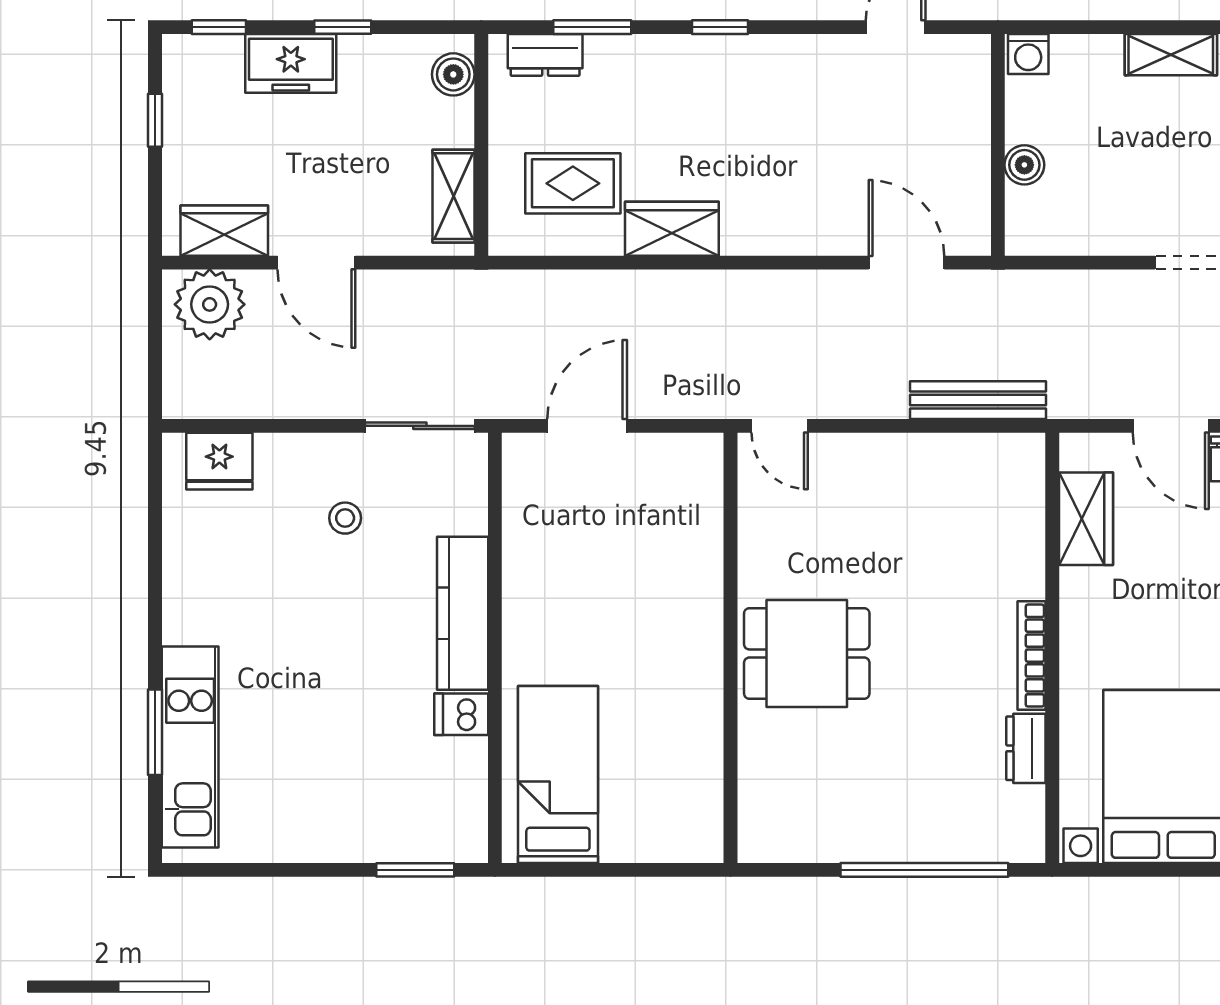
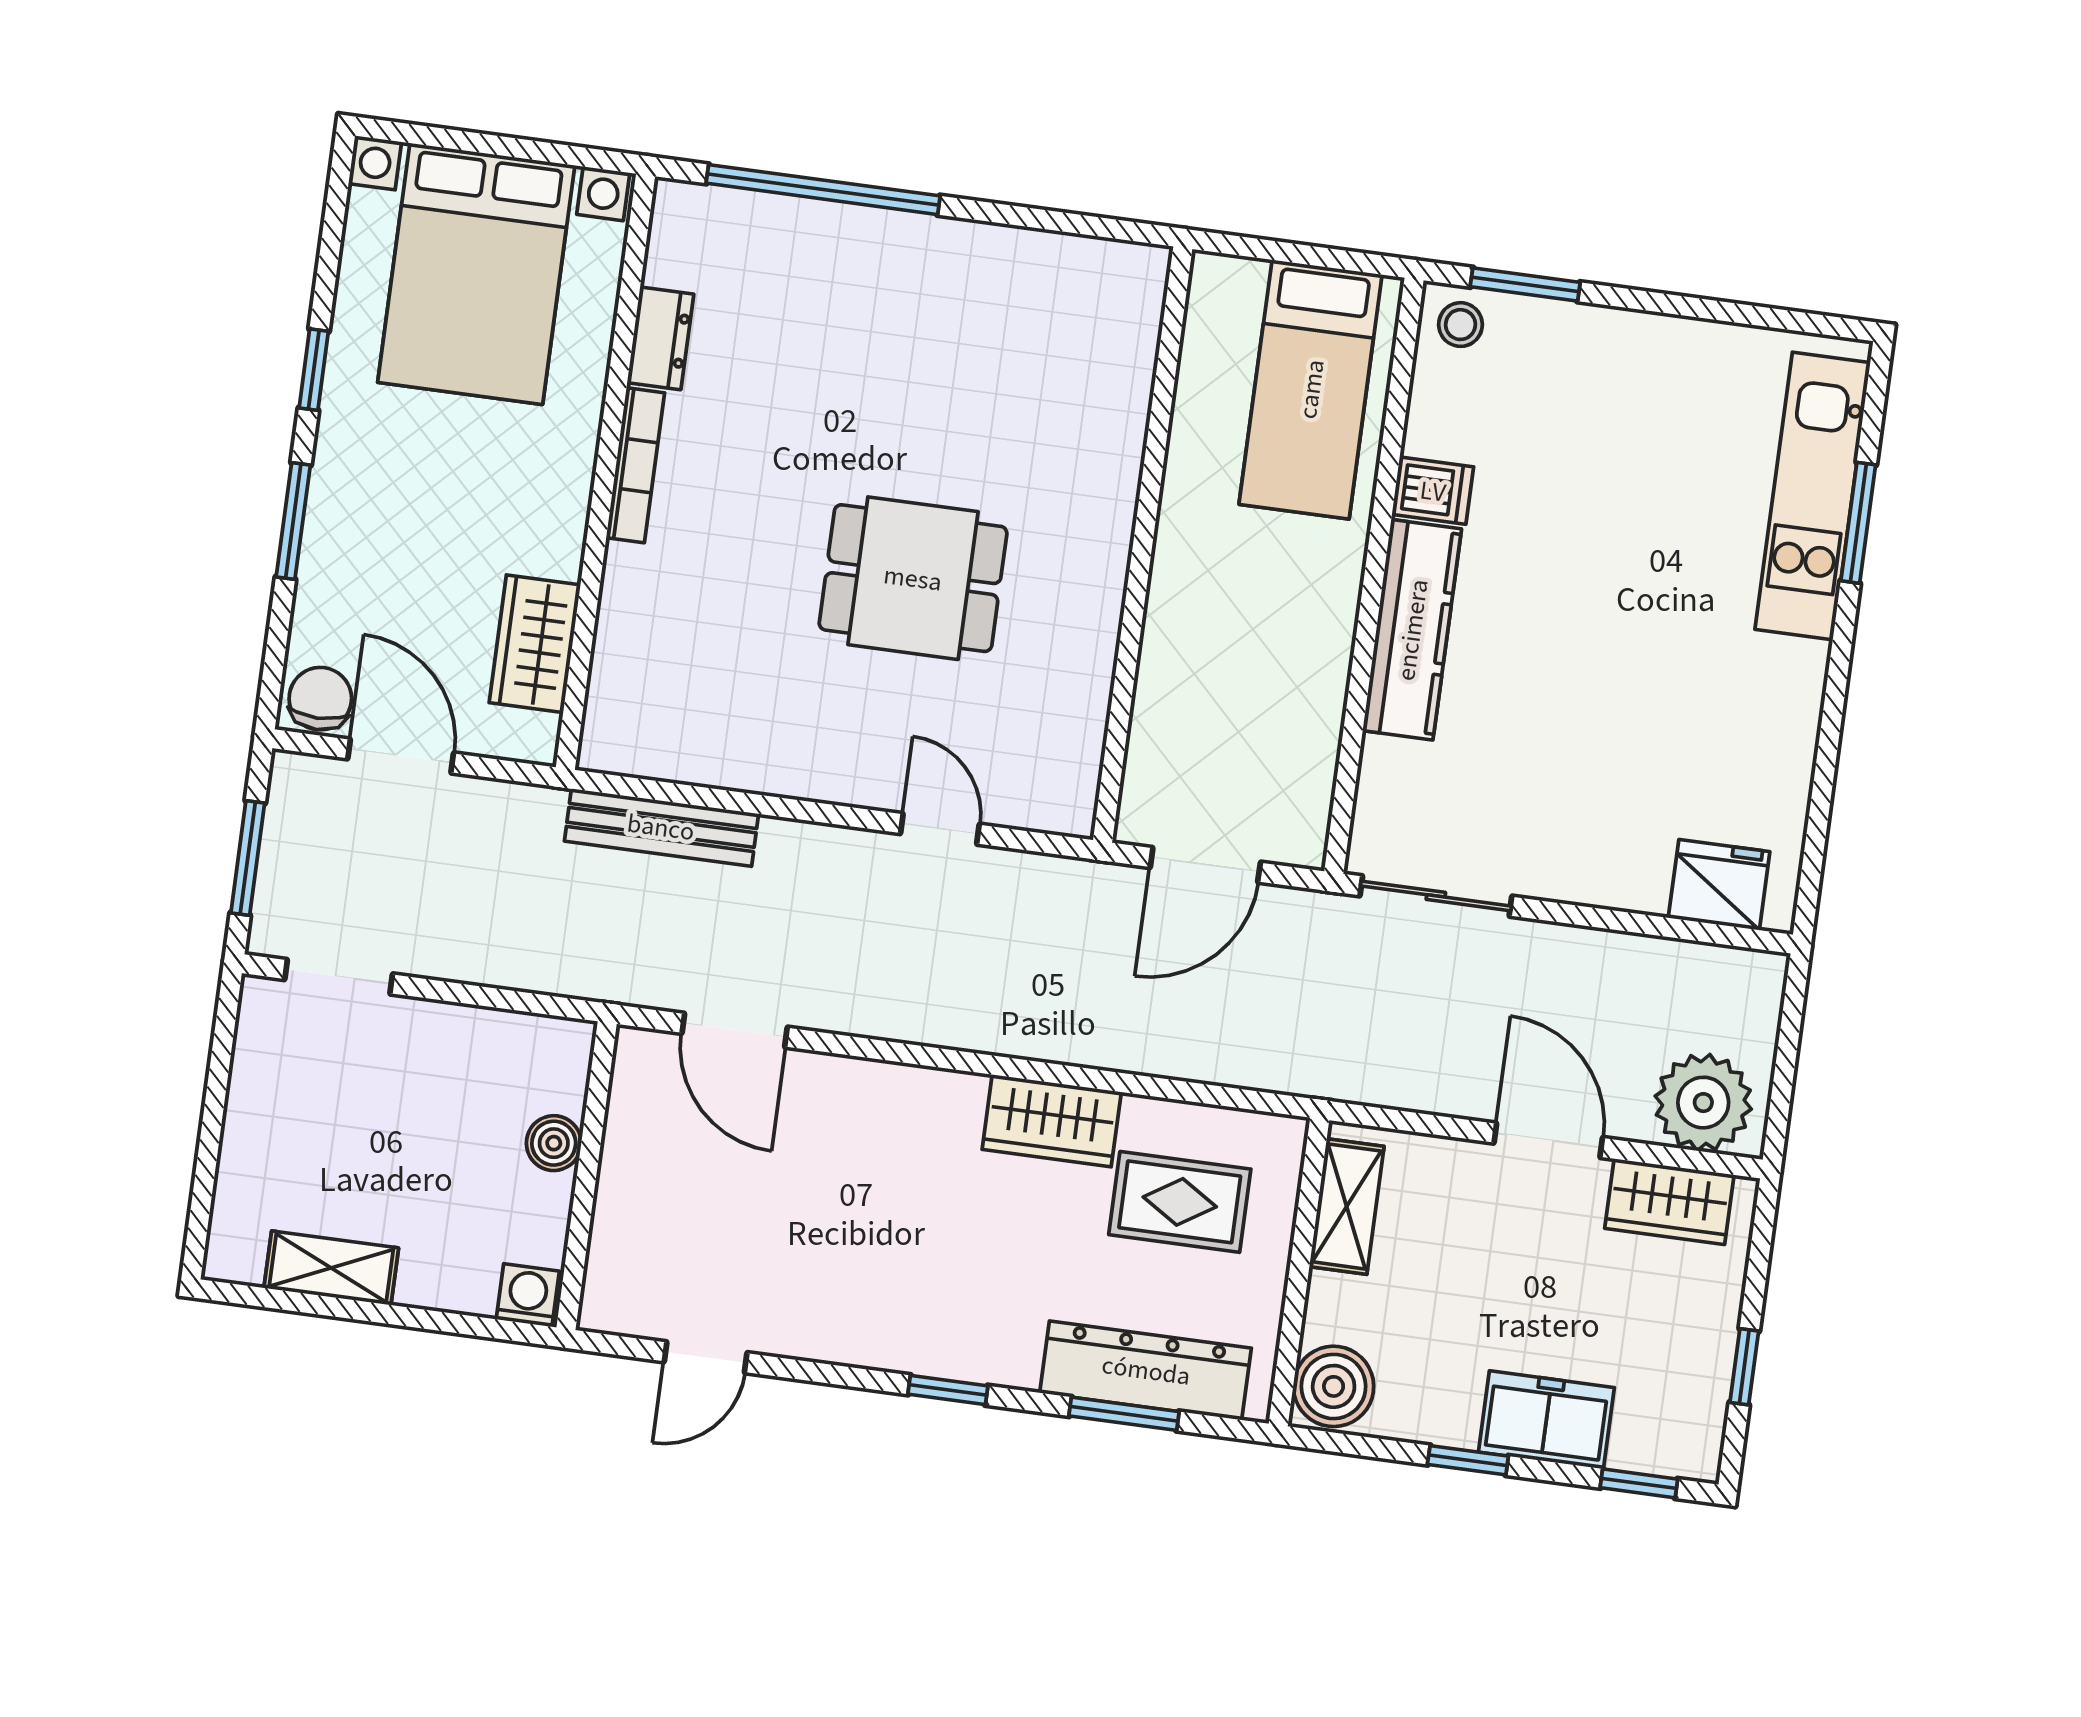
dresser: (545, 55) -> (1146, 1370), width x1.96, depth x1.24
boiler: (453, 74) -> (1334, 1386), width x1.36, depth x1.36
stool: (345, 518) -> (1460, 325), moved
wall: (731, 648) -> (1143, 545), moved
dining table: (807, 653) -> (913, 578), moved

